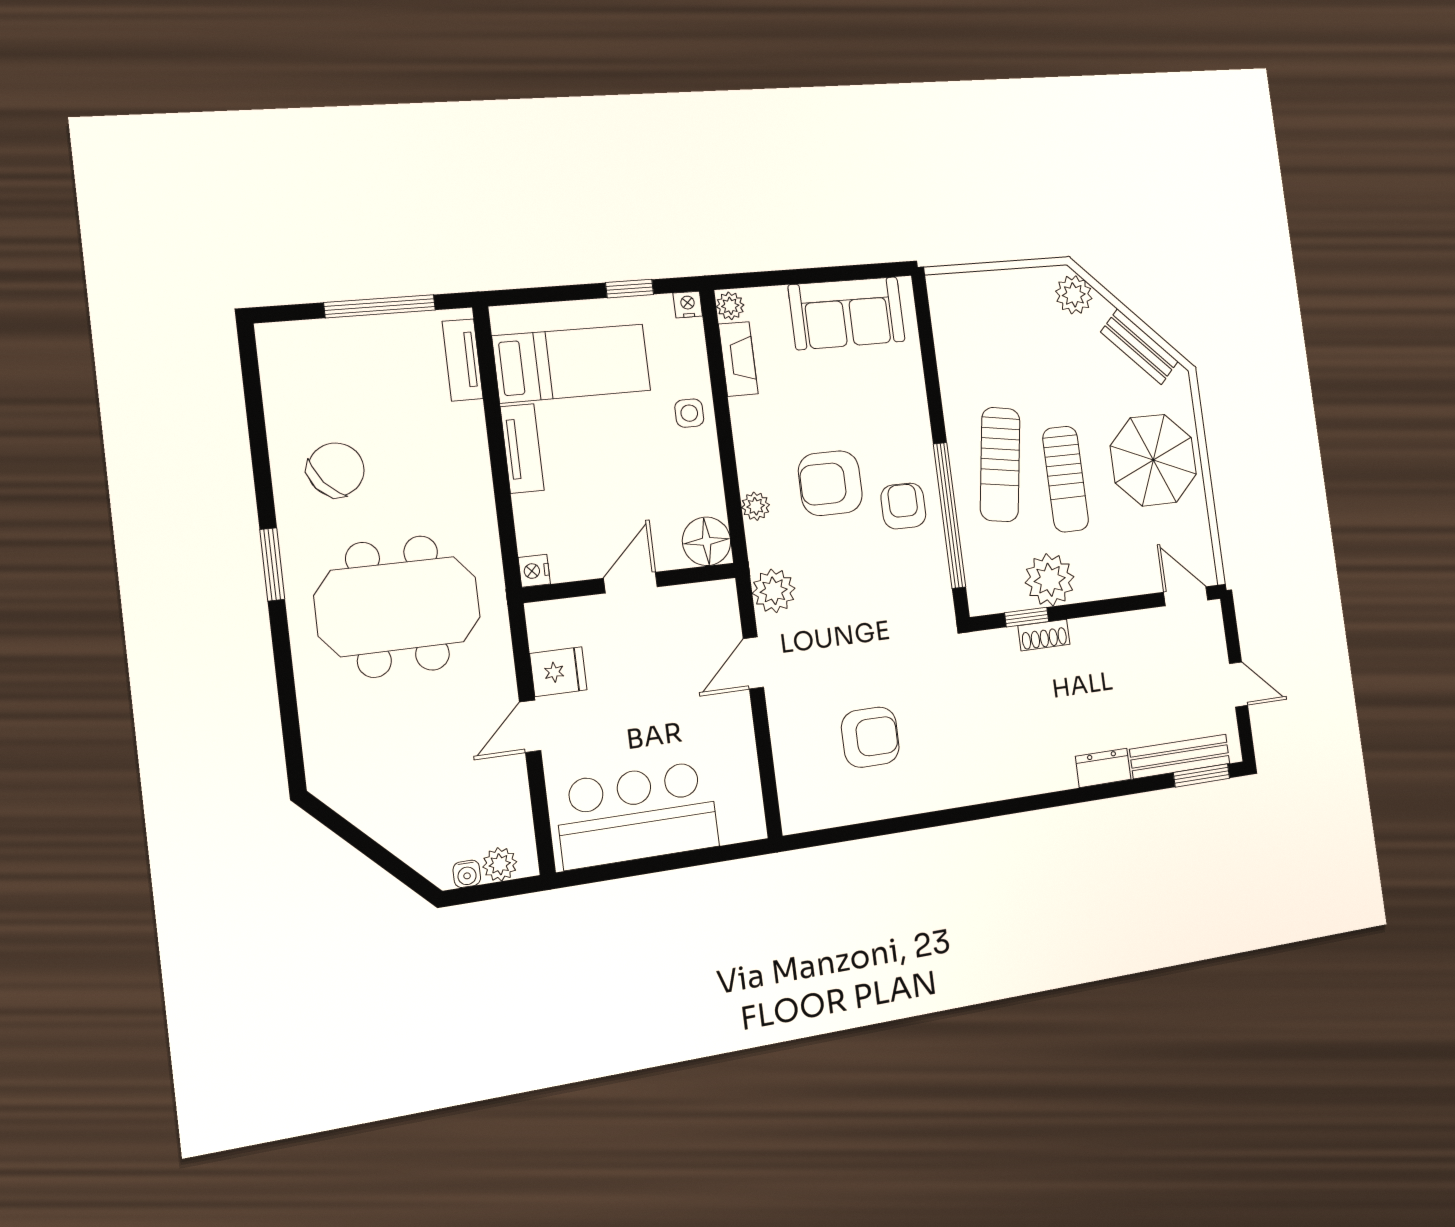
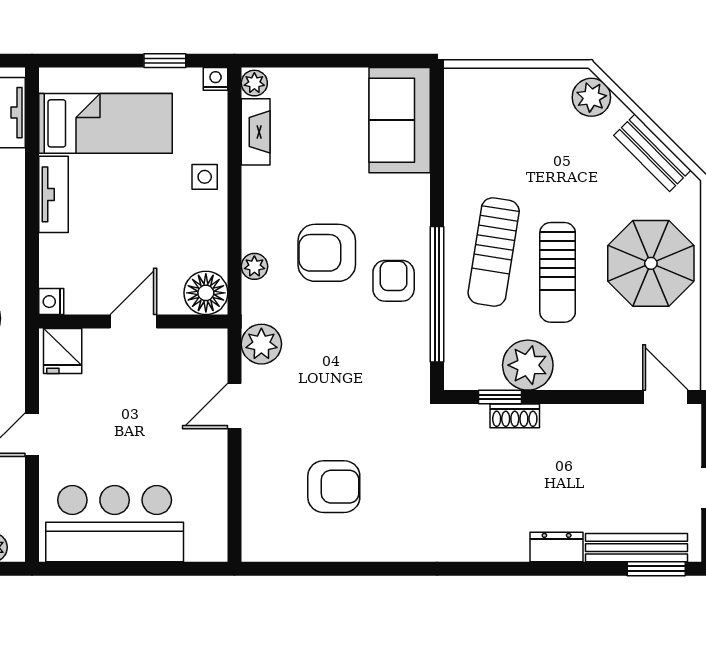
sofa: (847, 313) -> (400, 120), moved, turned 90
fridge: (558, 672) -> (63, 351), moved, turned 90

